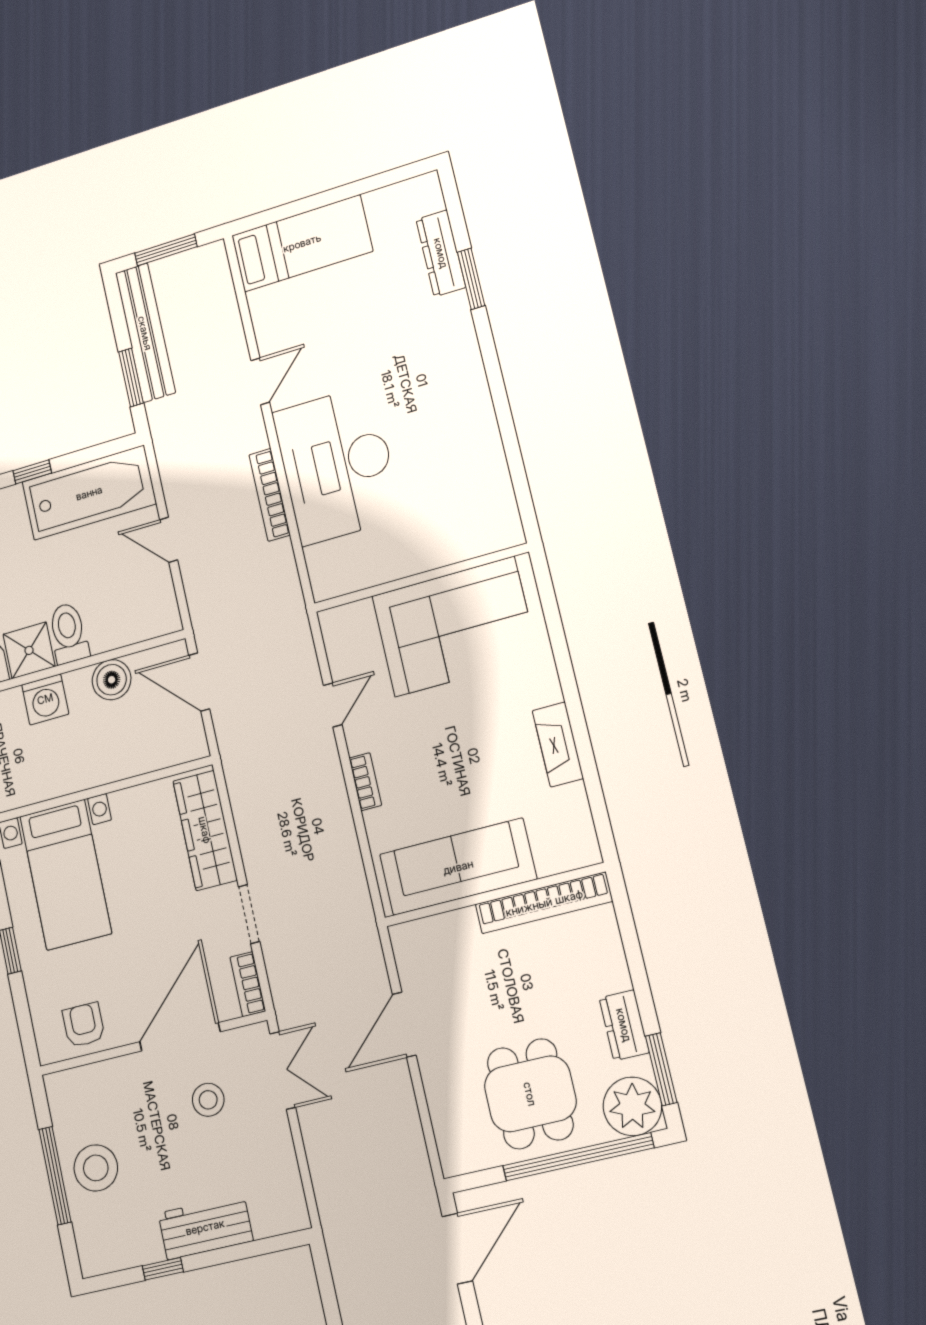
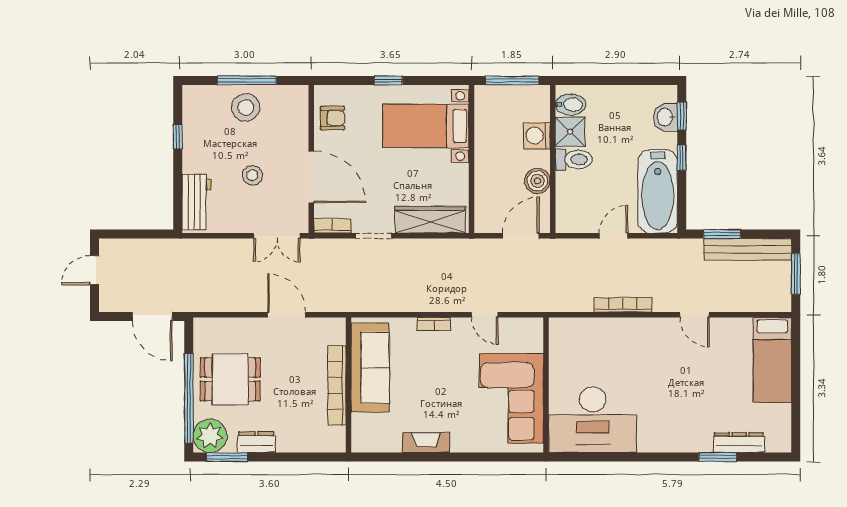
desk: (337, 465) -> (593, 420), moved, turned 180
bookcase: (544, 903) -> (337, 385), moved
stool: (208, 1100) -> (252, 175), moved
workbench: (205, 1227) -> (196, 202), moved

